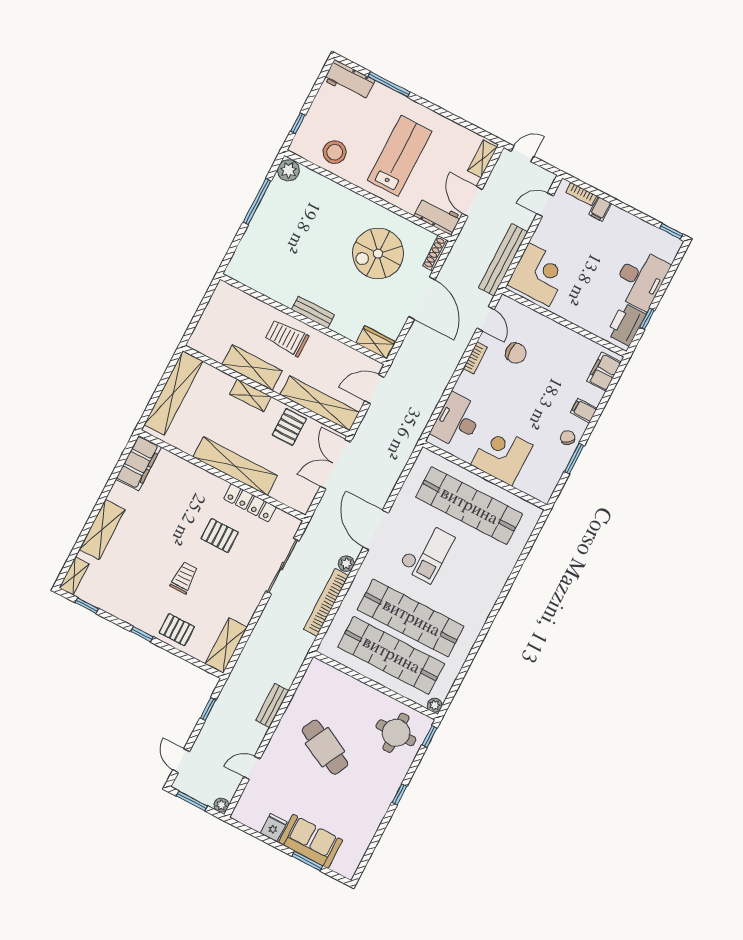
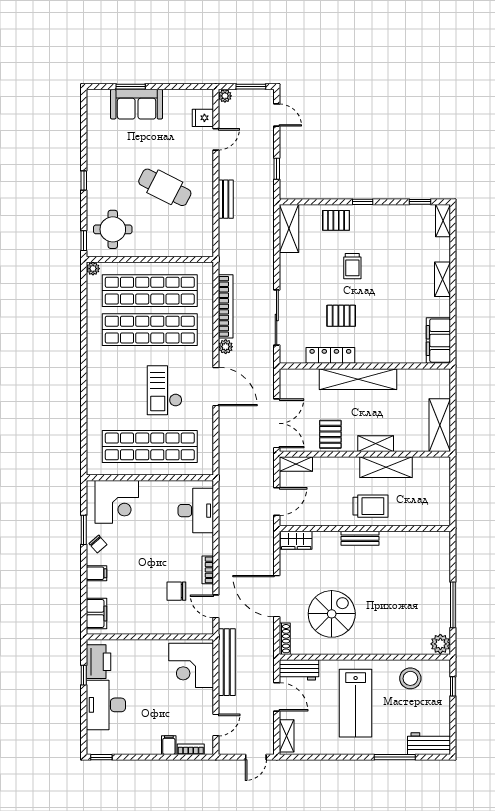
shelving: (173, 393) -> (440, 425), width x0.68
shelving: (320, 403) -> (296, 464), width x0.45, depth x0.75
corner desk: (502, 455) -> (117, 502), moved
shelving: (102, 530) -> (442, 279), width x0.67, depth x0.75
fridge: (274, 828) -> (203, 118), moved, turned 90

